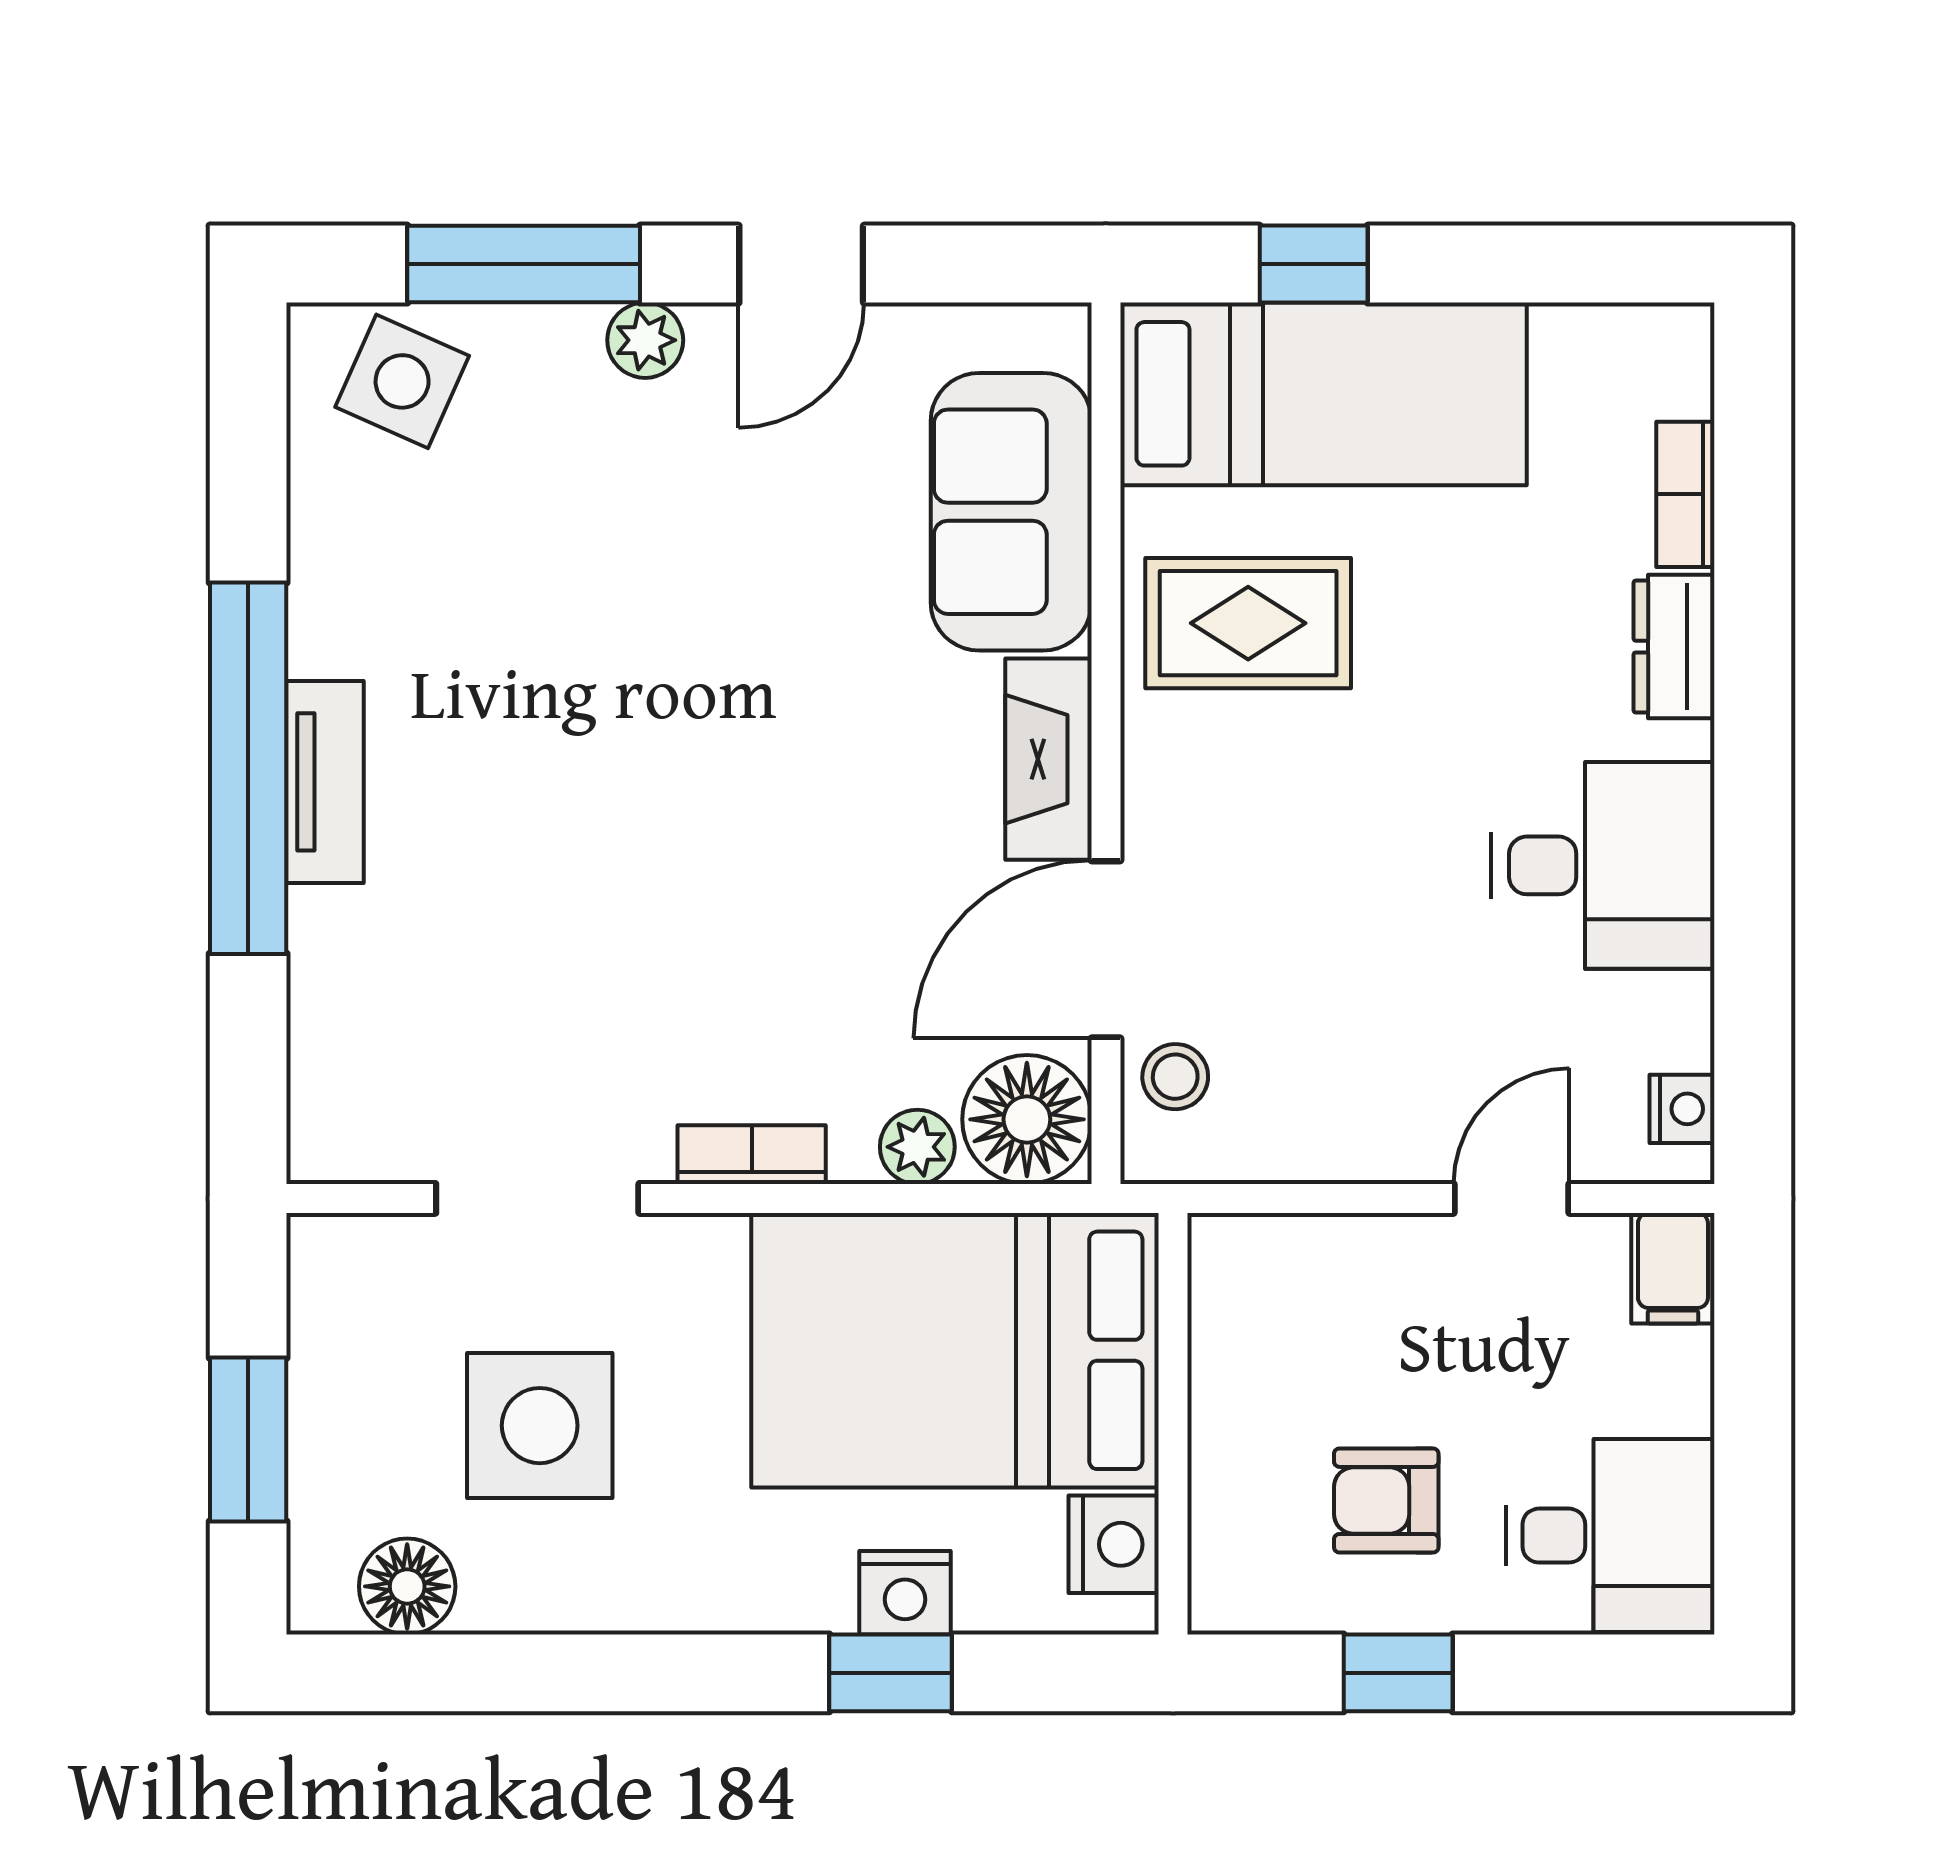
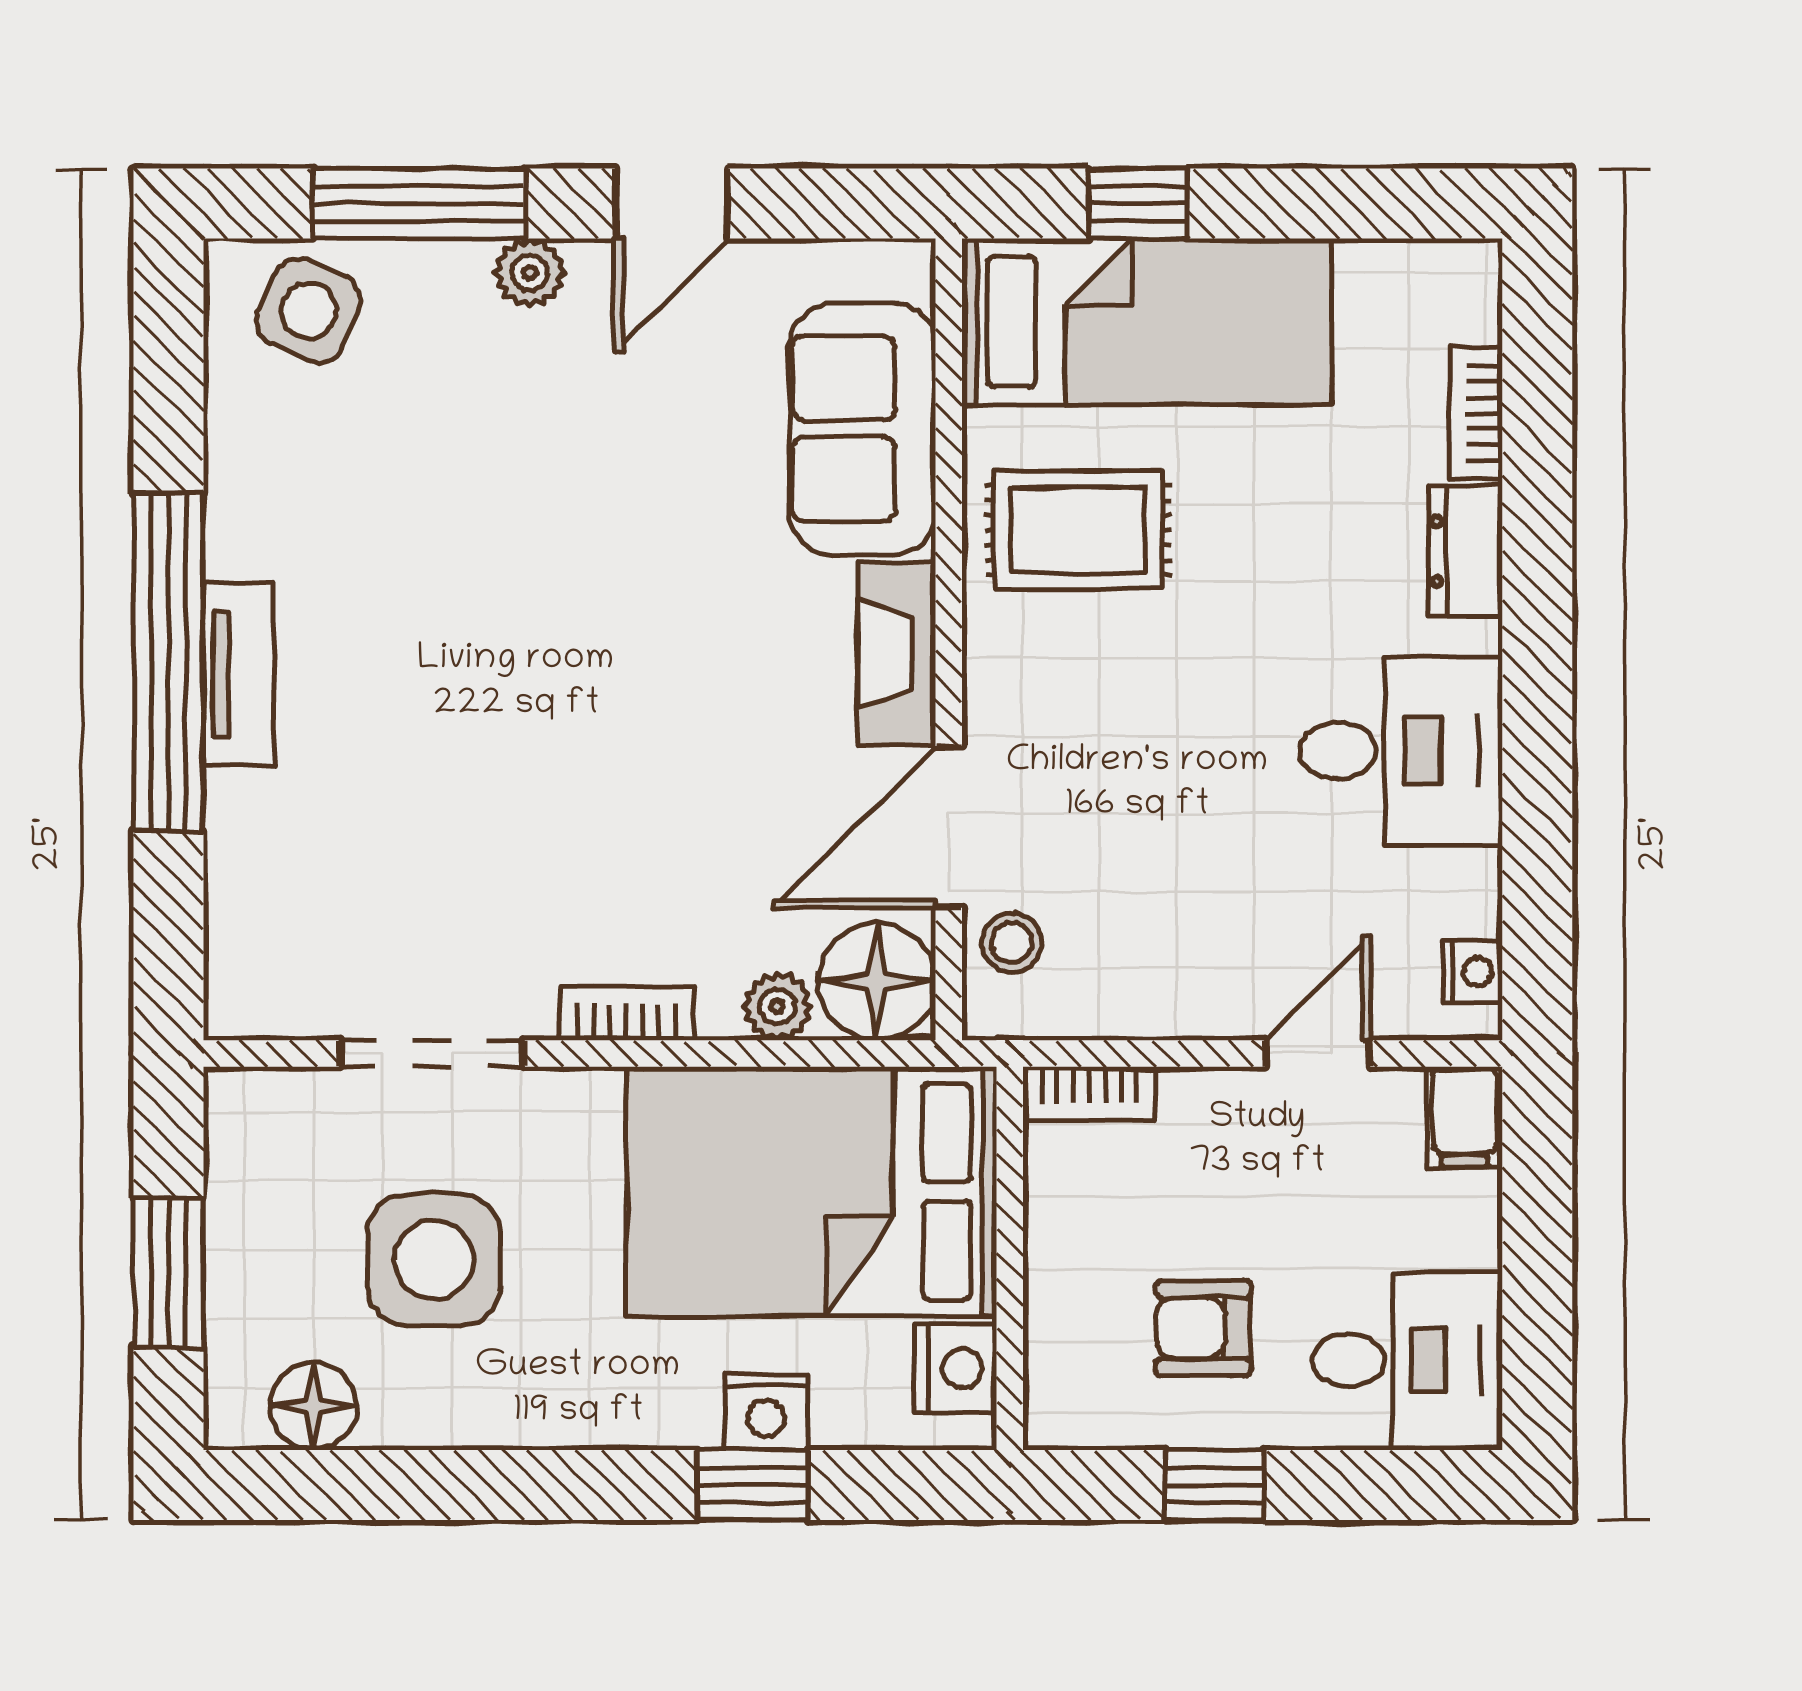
bookcase: (1260, 1242) -> (1089, 1093), added

